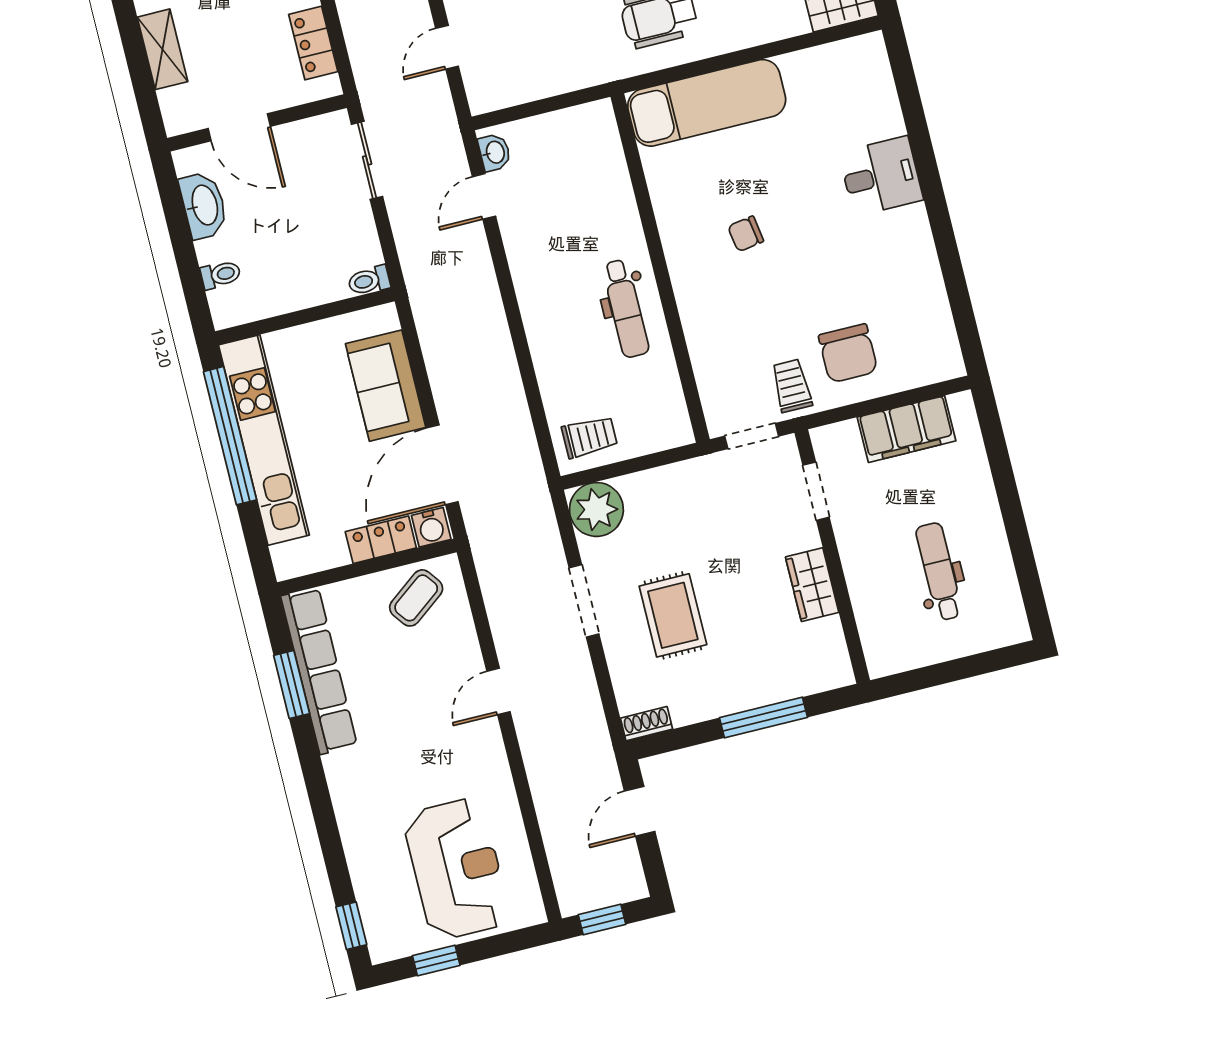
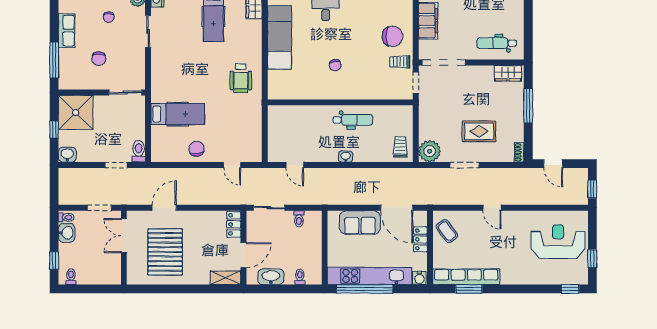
locker: (313, 43) -> (234, 224), moved, turned 90
shelving: (163, 49) -> (225, 278), moved
exam couch: (707, 103) -> (280, 37), moved
washbasin: (495, 152) -> (346, 157), moved
toilet: (369, 281) -> (299, 219), moved
doorway: (816, 491) -> (444, 63), width x1.88
water cooler: (431, 527) -> (419, 278), moved, turned 90
dental chair: (939, 572) -> (497, 43), moved
wardrobe: (812, 585) -> (508, 73), moved

